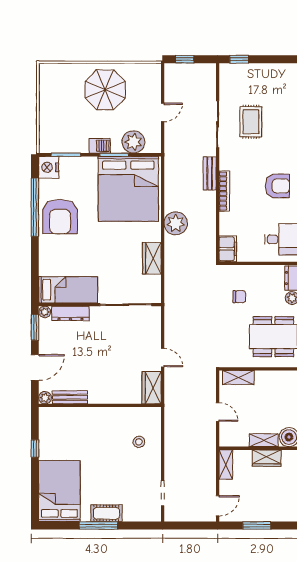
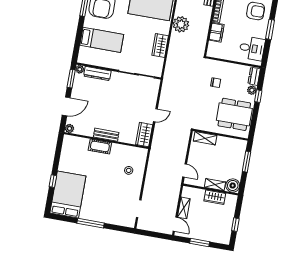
filing cabinet: (228, 249) -> (217, 32), moved
bed: (68, 290) -> (102, 40), moved
door: (163, 358) -> (155, 115), hinge flipped
bench: (70, 397) -> (106, 135), moved
door: (218, 412) -> (185, 170), moved
window: (35, 449) -> (53, 181), moved
shelving: (226, 465) -> (184, 208), moved
door: (218, 506) -> (175, 224), hinge flipped
cot: (106, 513) -> (100, 146), moved

